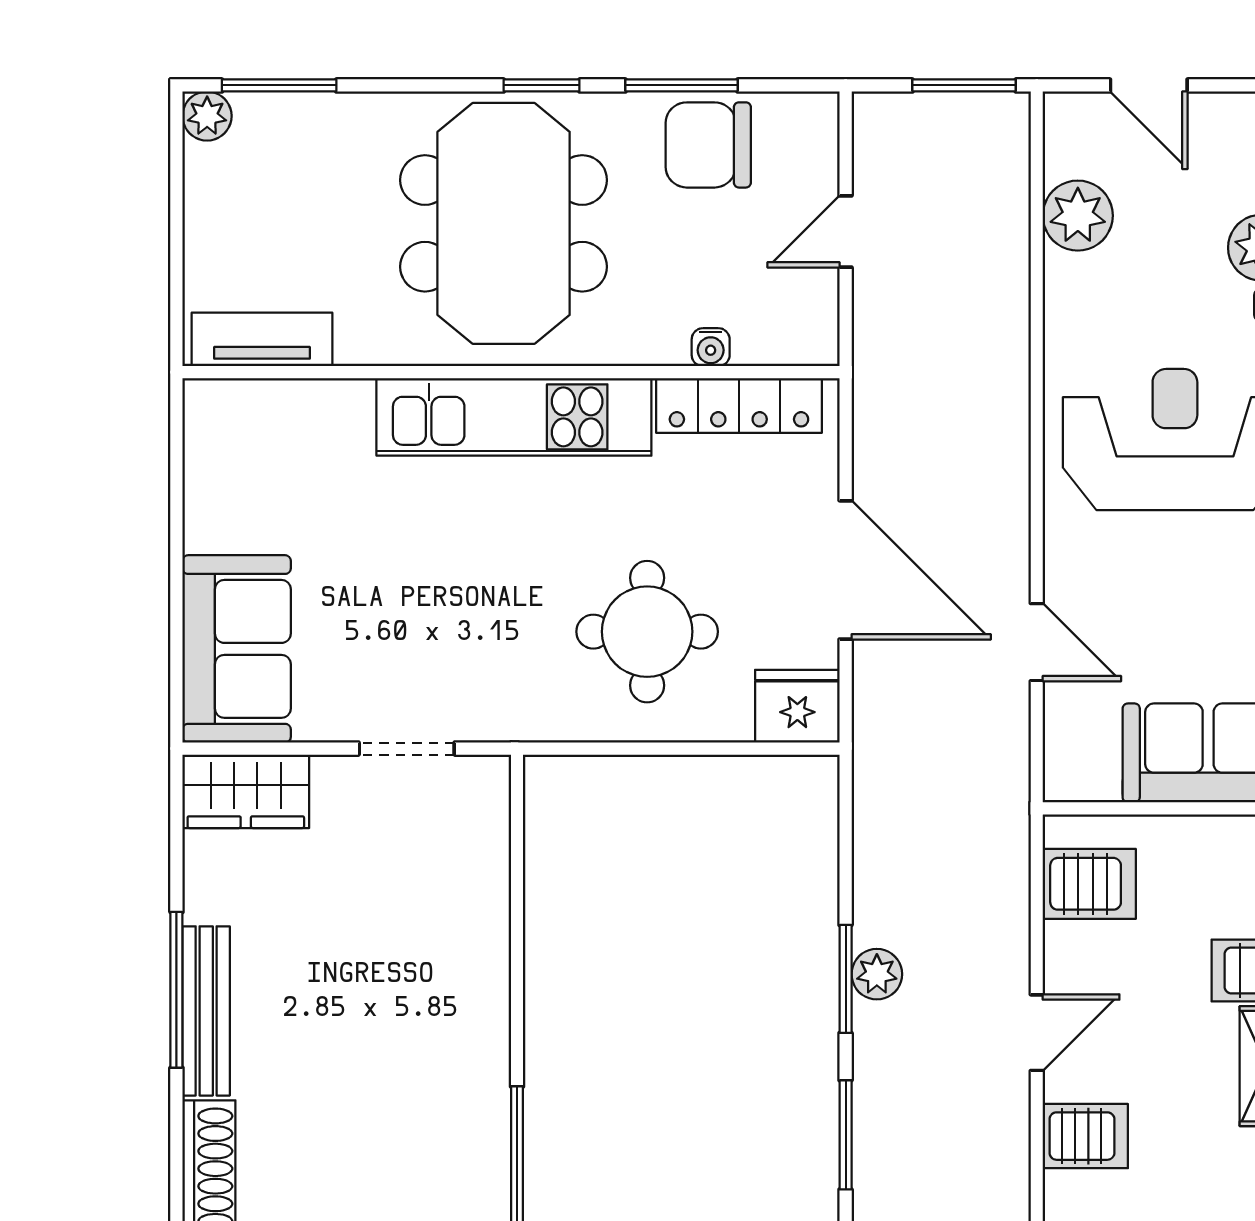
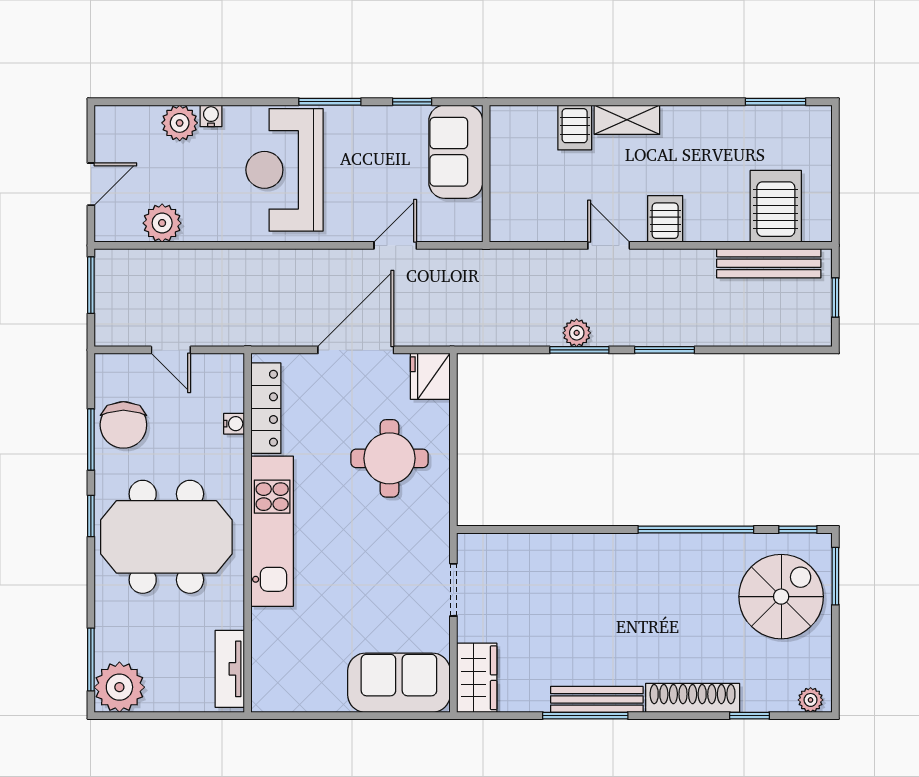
plant: (207, 116) -> (119, 687), width x1.88, depth x1.88
server rack: (1089, 884) -> (527, 217), removed

